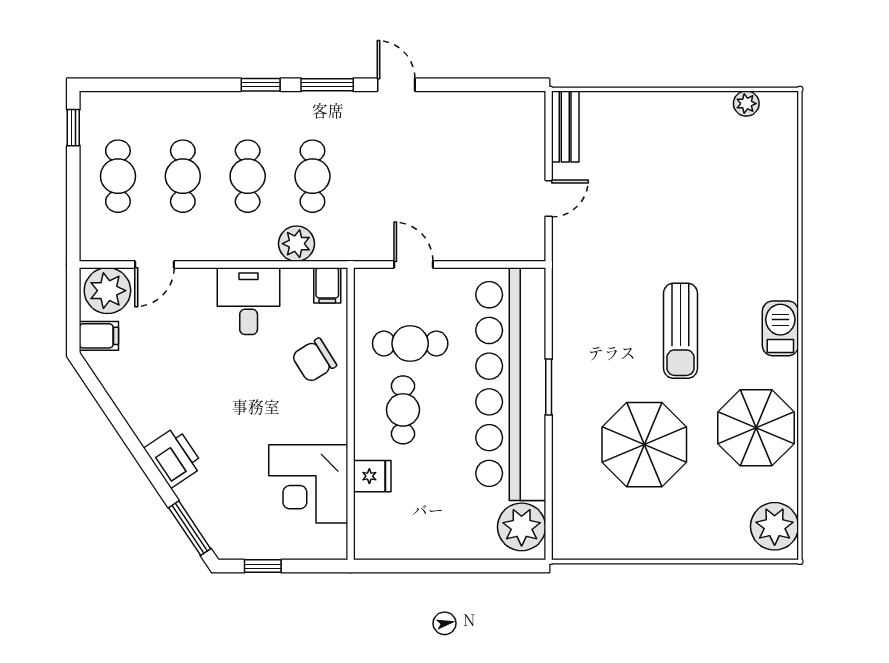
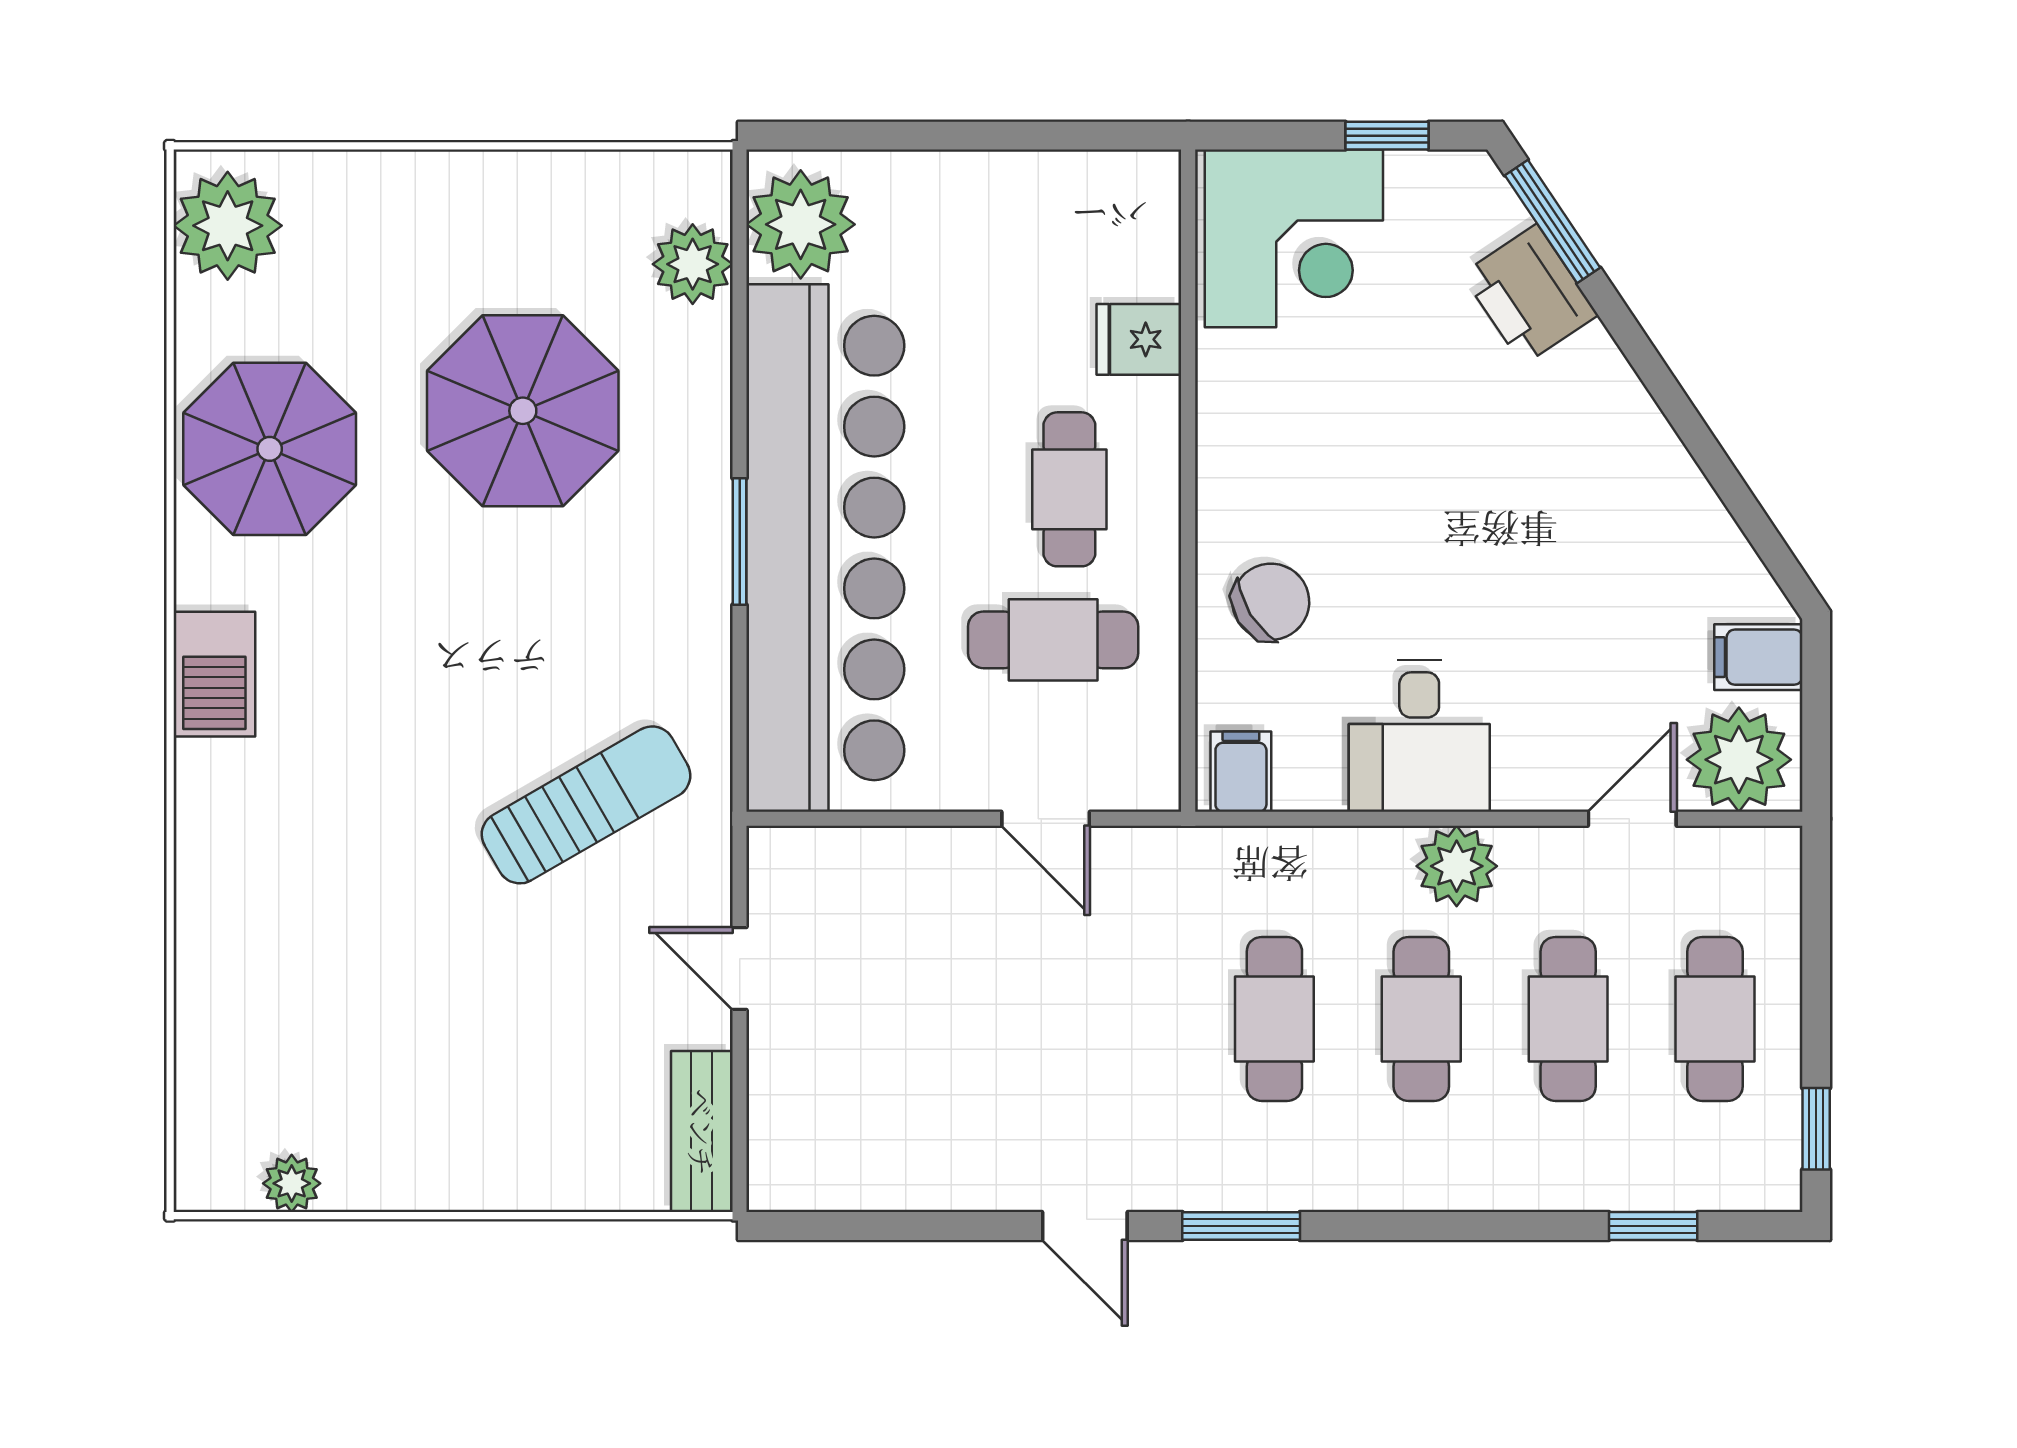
window: (261, 85) -> (1653, 1226), moved
door: (549, 198) -> (740, 968), hinge flipped
plant: (296, 244) -> (1457, 866), moved
sun lounger: (680, 331) -> (586, 805), moved, turned 60
printer: (174, 457) -> (1530, 295), moved
corner desk: (308, 484) -> (1294, 238), moved, turned 90
plant: (569, 509) -> (693, 264), added

